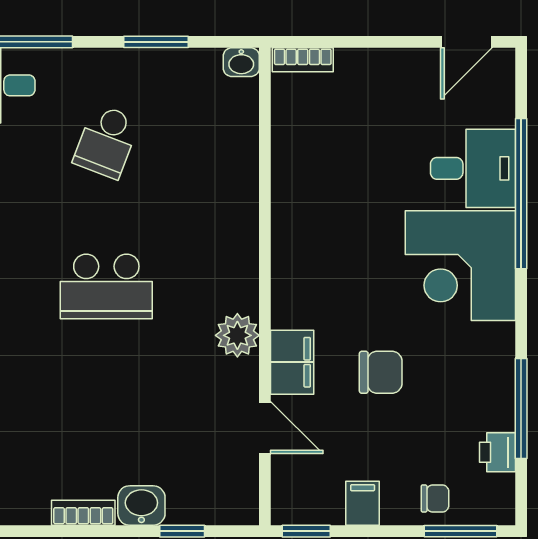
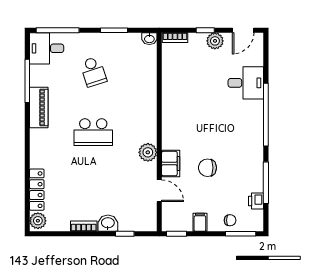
window: (375, 42) -> (205, 30), added
plant: (399, 68) -> (215, 41), added
school desk: (106, 141) -> (93, 72), turned -39
window: (521, 194) -> (266, 115), moved
corner desk: (460, 266) -> (241, 123), removed
chair: (381, 372) -> (207, 168), turned 180

